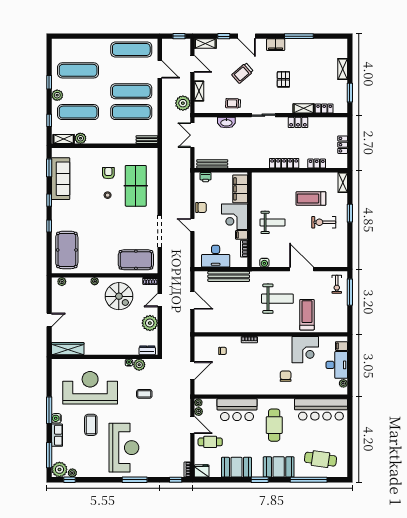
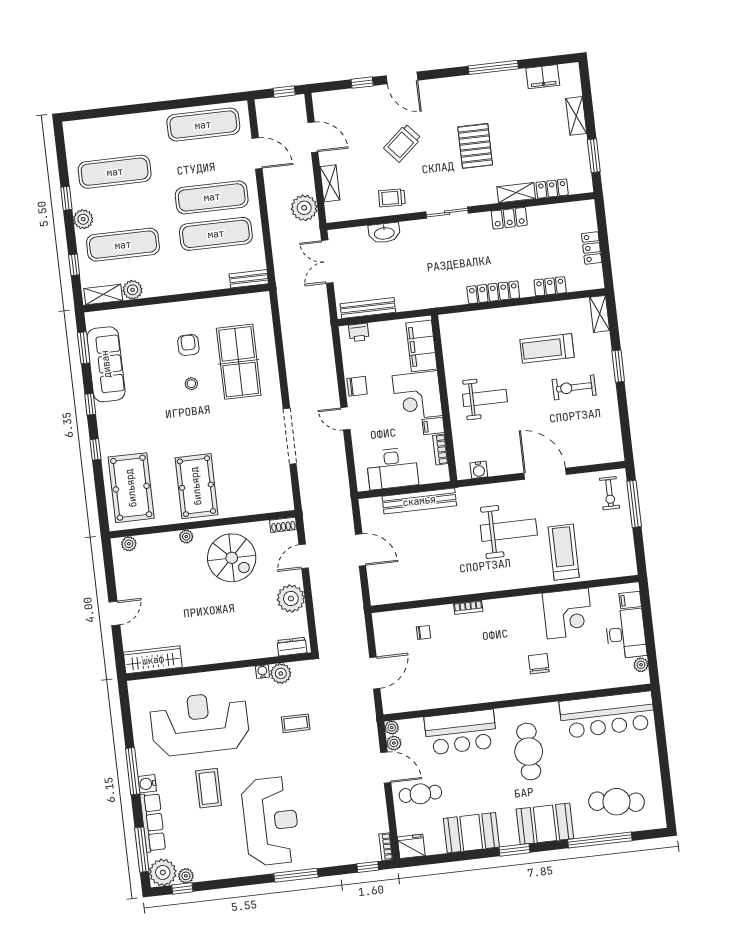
shelving: (205, 44) -> (331, 99), removed
filing cabinet: (276, 45) -> (543, 77), moved
pallet: (283, 79) -> (475, 146), width x1.50, depth x1.42
pool table: (136, 260) -> (196, 486), moved, turned 90
row of seats: (57, 435) -> (153, 822), width x1.48

